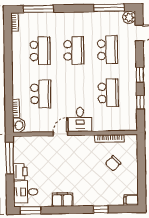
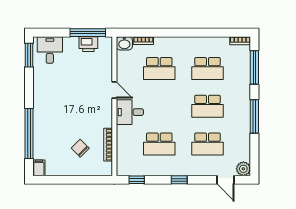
window: (109, 8) -> (254, 116), moved
window: (140, 102) -> (137, 180), moved
printer: (20, 172) -> (88, 44), moved
filing cabinet: (62, 200) -> (41, 91), removed
window: (101, 209) -> (29, 134), width x3.17

